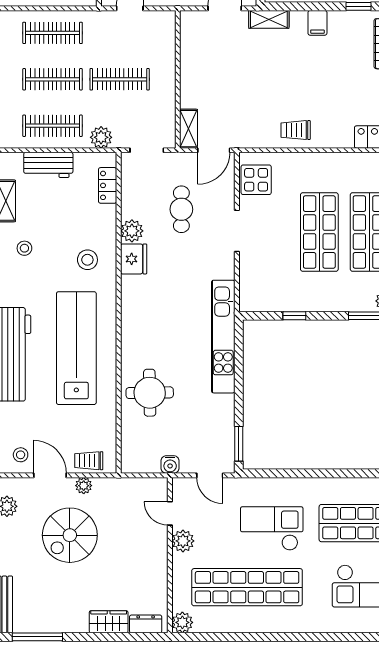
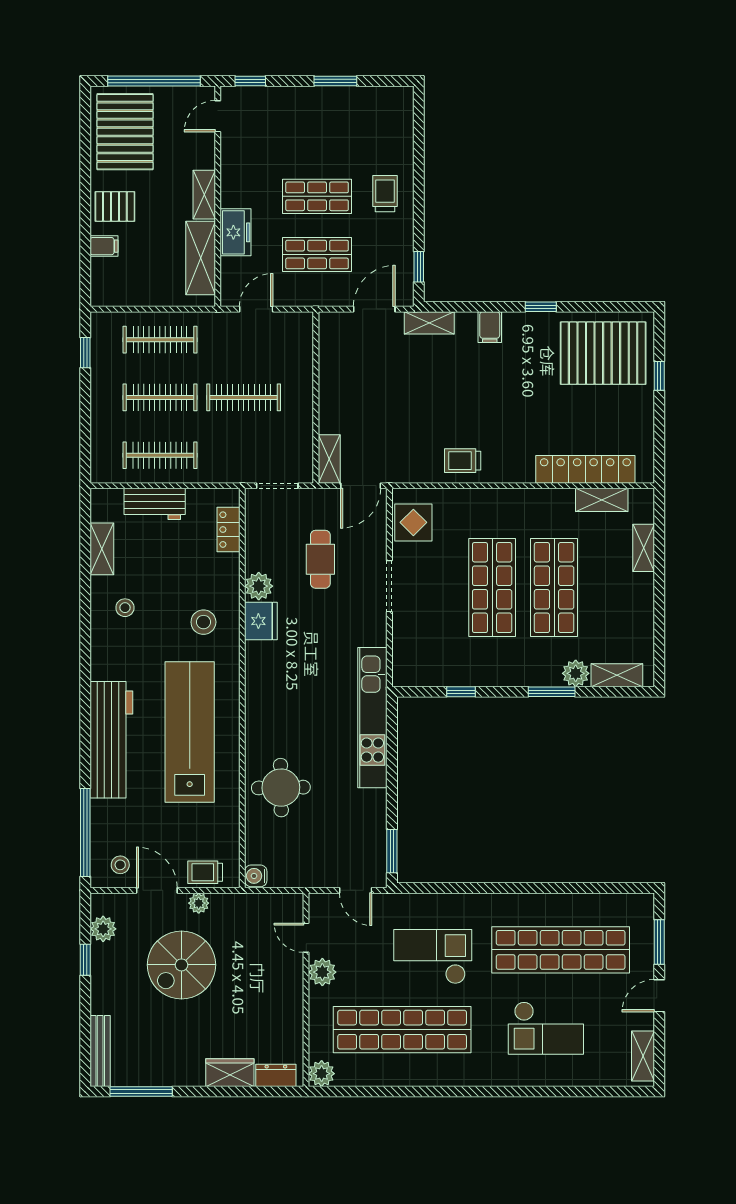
plant: (101, 137) -> (220, 470), removed
water cooler: (170, 464) -> (256, 876), moved, turned 90

